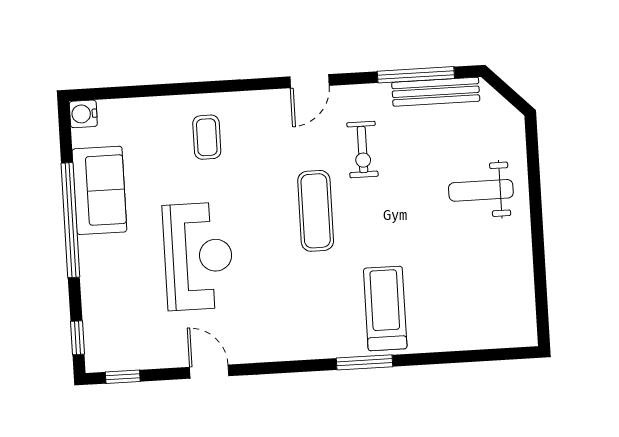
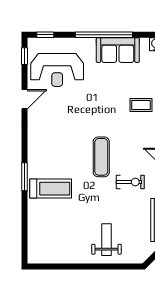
exercise bike: (363, 150) -> (130, 182), turned 180
exercise mat: (316, 211) -> (101, 157), turned 90
reception desk: (198, 256) -> (57, 70), moved

